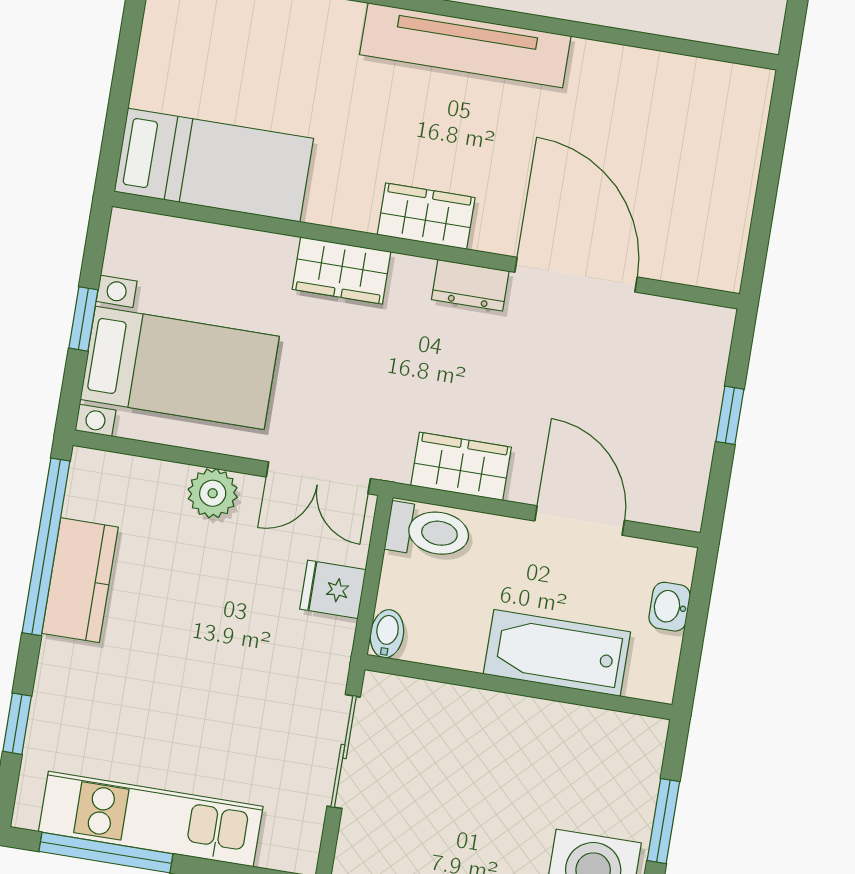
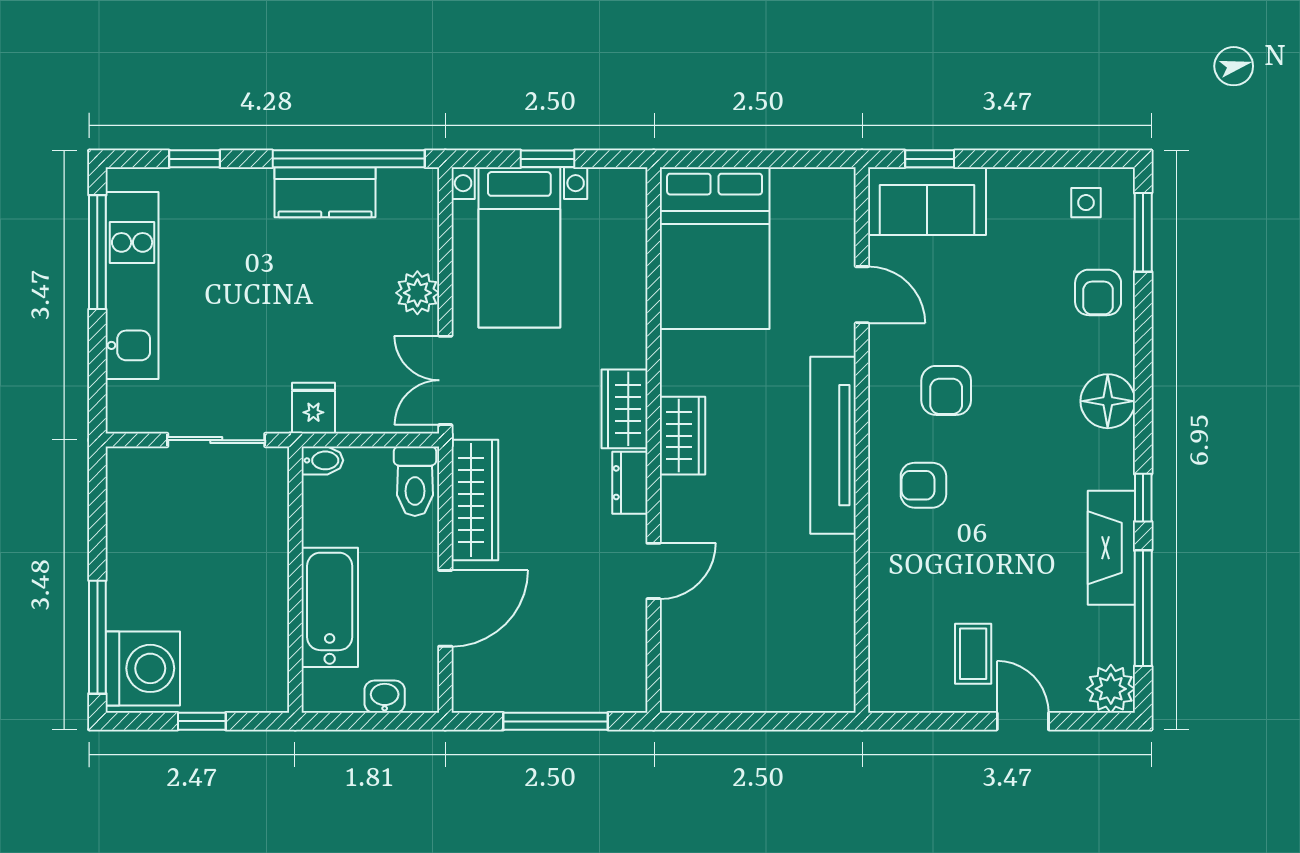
bed: (214, 165) -> (715, 248), width x1.50
wardrobe: (342, 271) -> (624, 409), moved
door: (576, 275) -> (654, 571), width x0.53
window: (730, 415) -> (556, 721), width x2.17
wardrobe: (461, 466) -> (475, 500), width x1.50
fridge: (333, 589) -> (313, 408), moved
window: (663, 821) -> (202, 721), width x0.67

